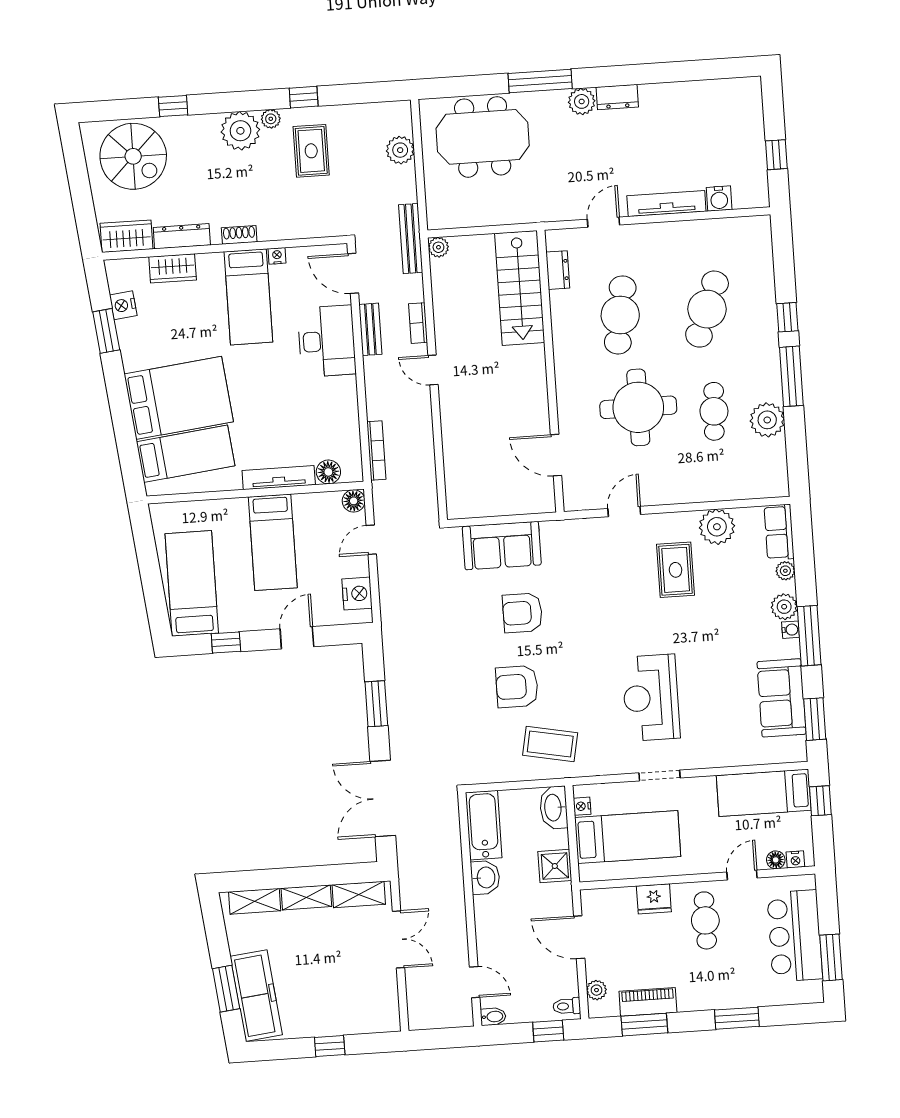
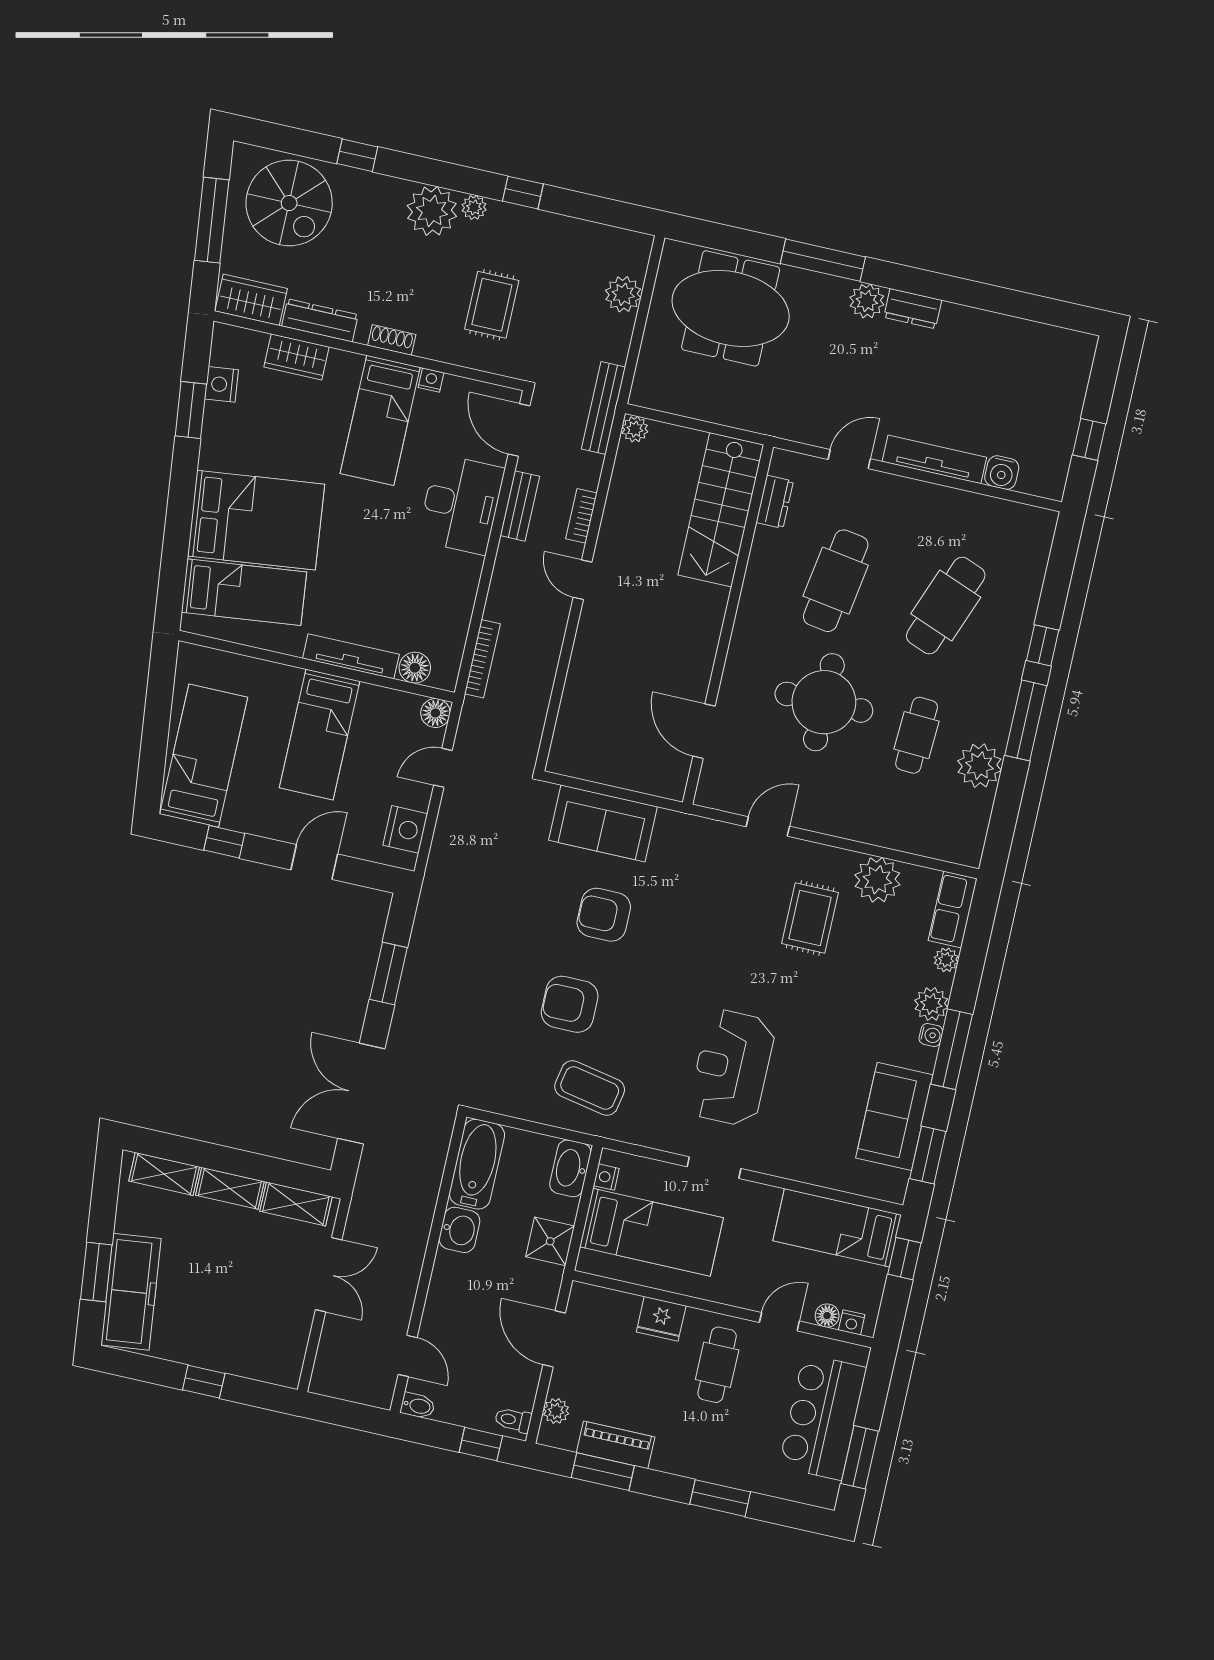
rug: (311, 151) -> (492, 305), moved
window: (80, 186) -> (212, 220), added

